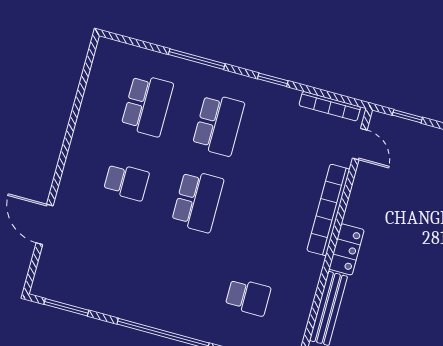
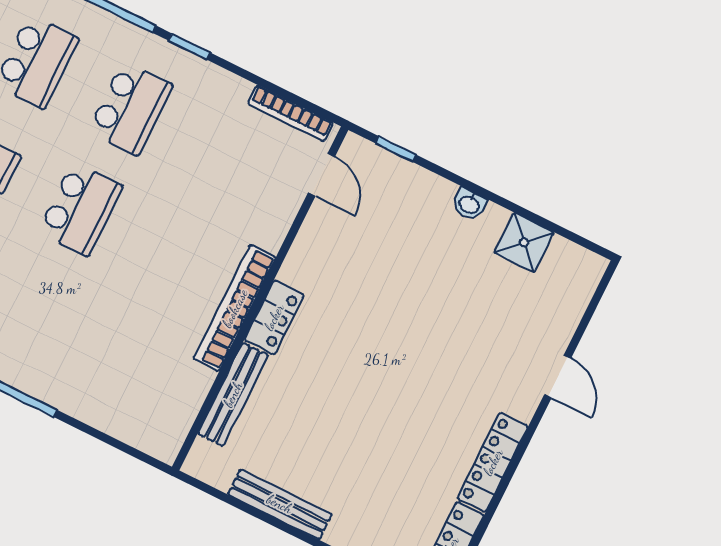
window: (273, 80) -> (190, 47), moved
bookcase: (328, 210) -> (235, 308), moved
school desk: (248, 297) -> (124, 356), removed

